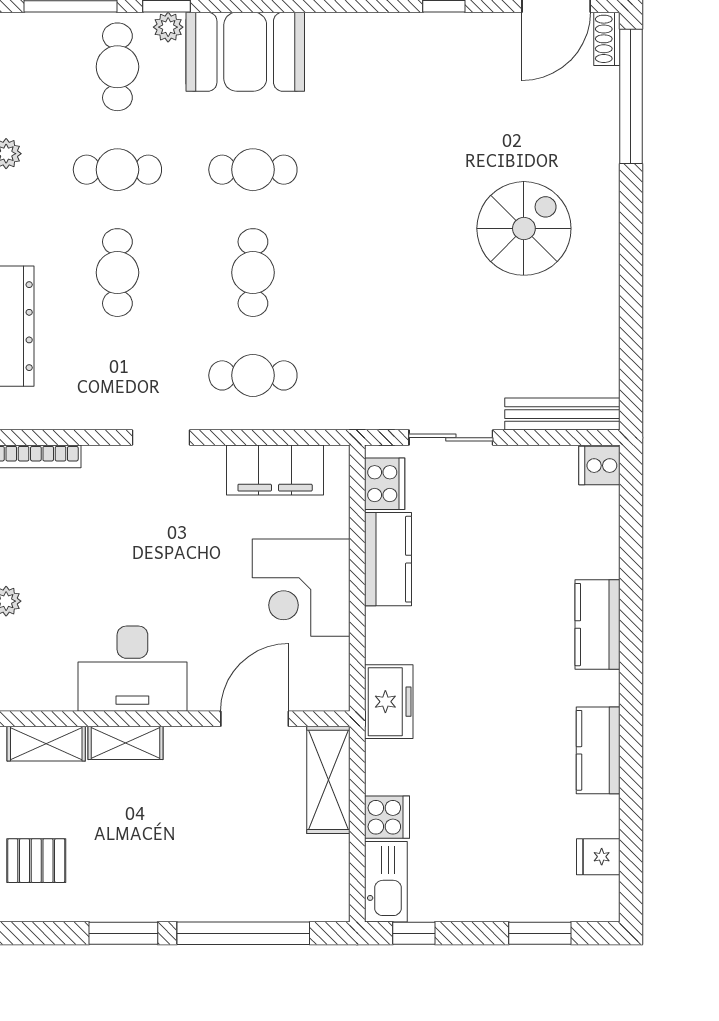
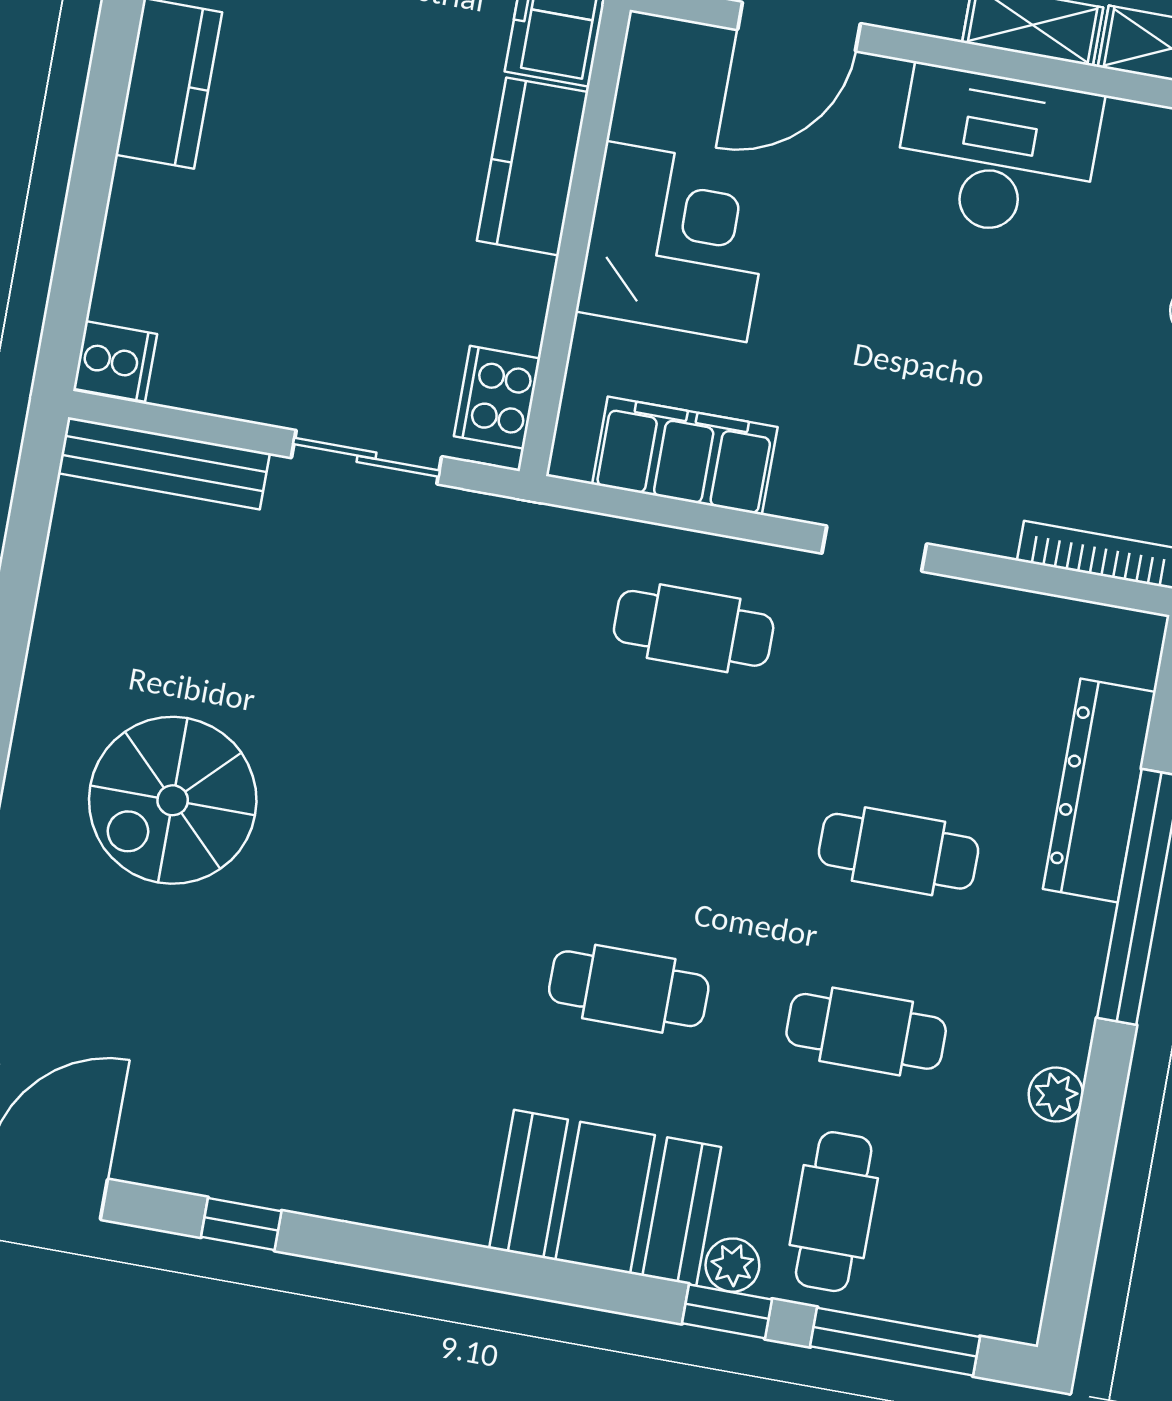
cafe table: (117, 273) -> (899, 851), turned 90
cafe table: (253, 273) -> (661, 809), removed
kitchen counter: (388, 559) -> (533, 166), moved

